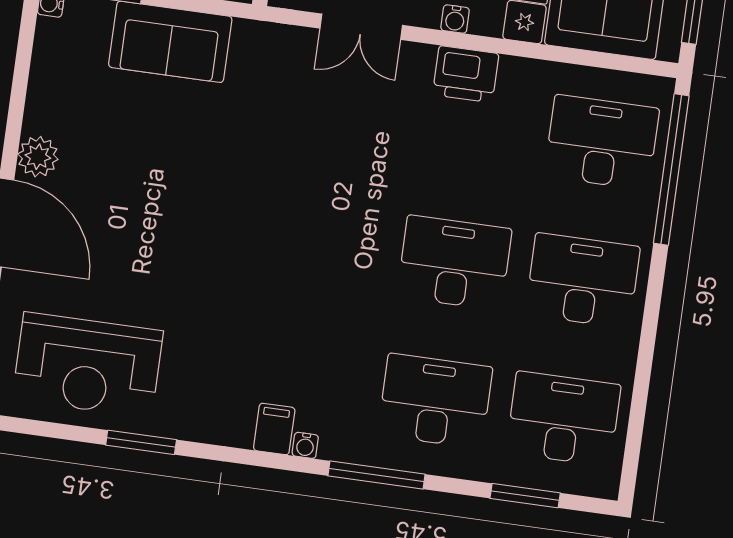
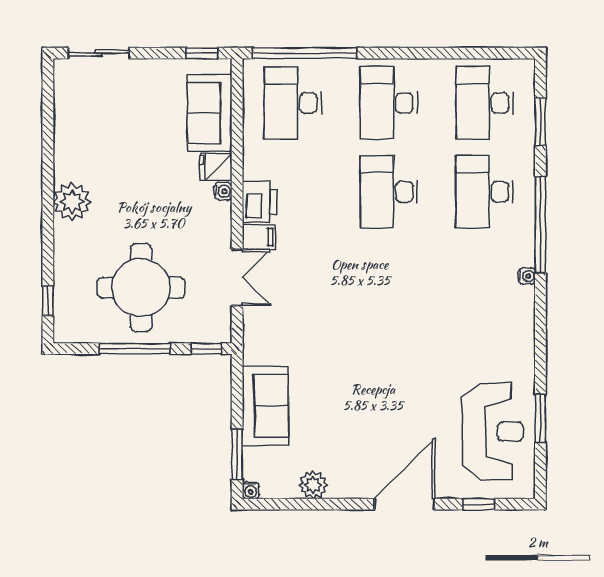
water cooler: (455, 19) -> (223, 191), moved
plant: (38, 157) -> (313, 485), moved
filing cabinet: (274, 429) -> (259, 237), moved, turned 180
window: (141, 442) -> (540, 418), moved
window: (376, 475) -> (540, 225), width x1.46

